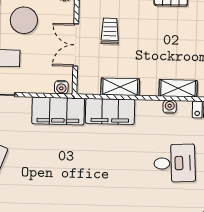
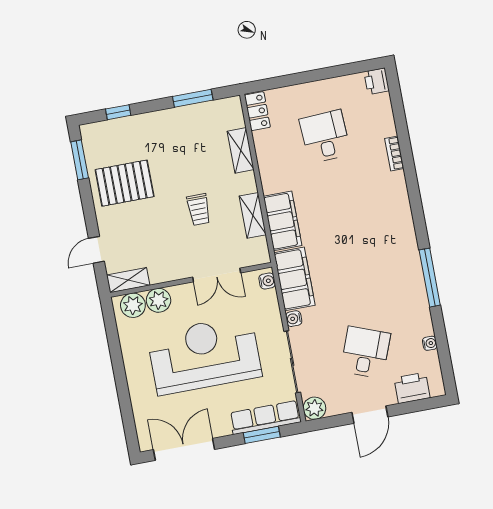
trolley: (110, 31) -> (199, 209), moved, turned -90
water cooler: (170, 107) -> (294, 319), moved

